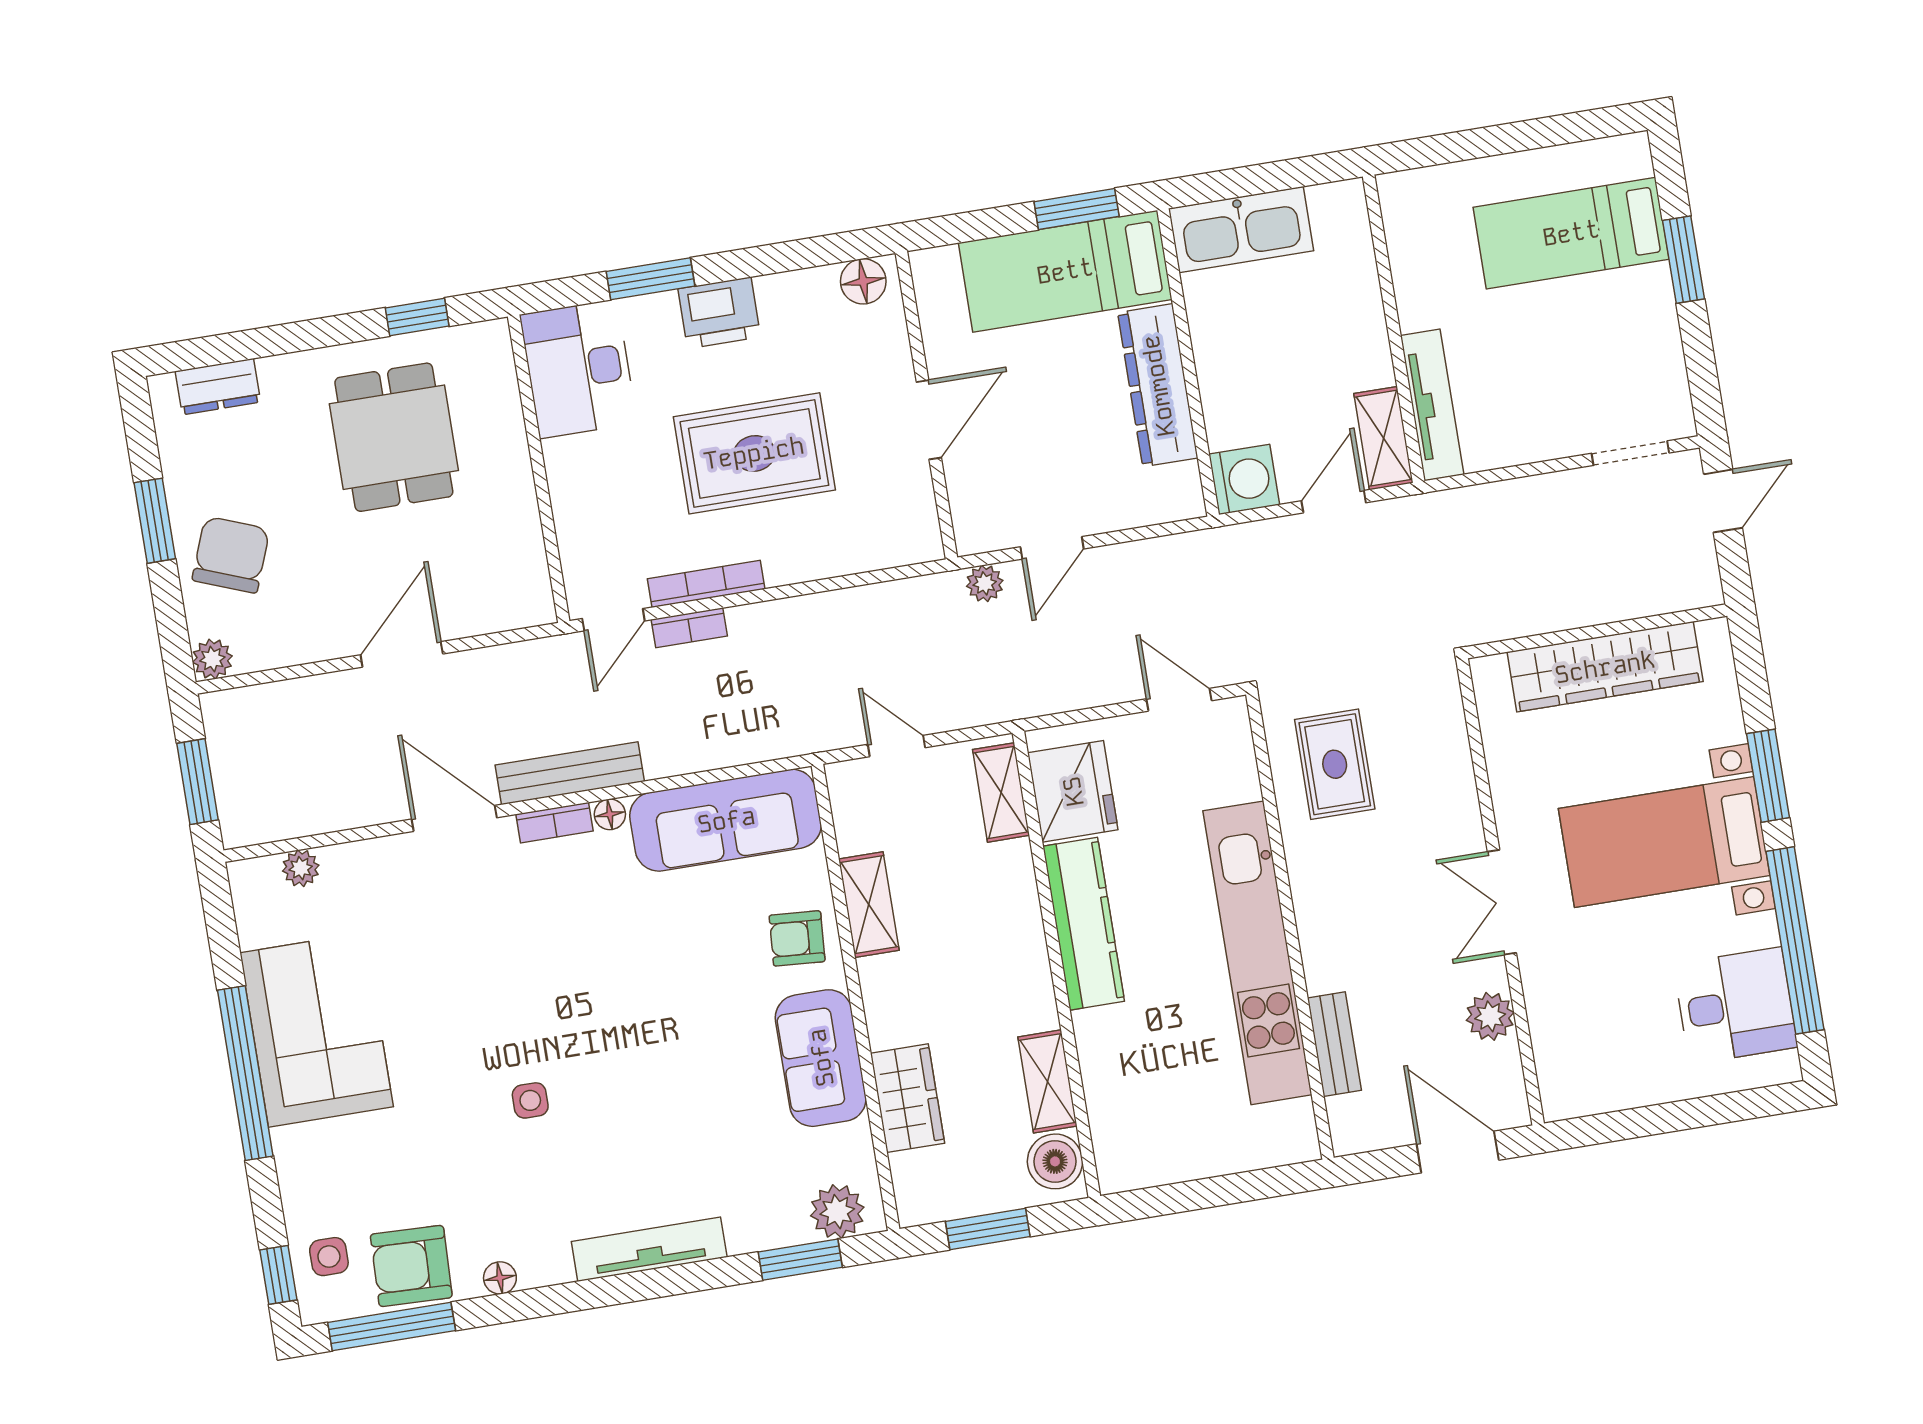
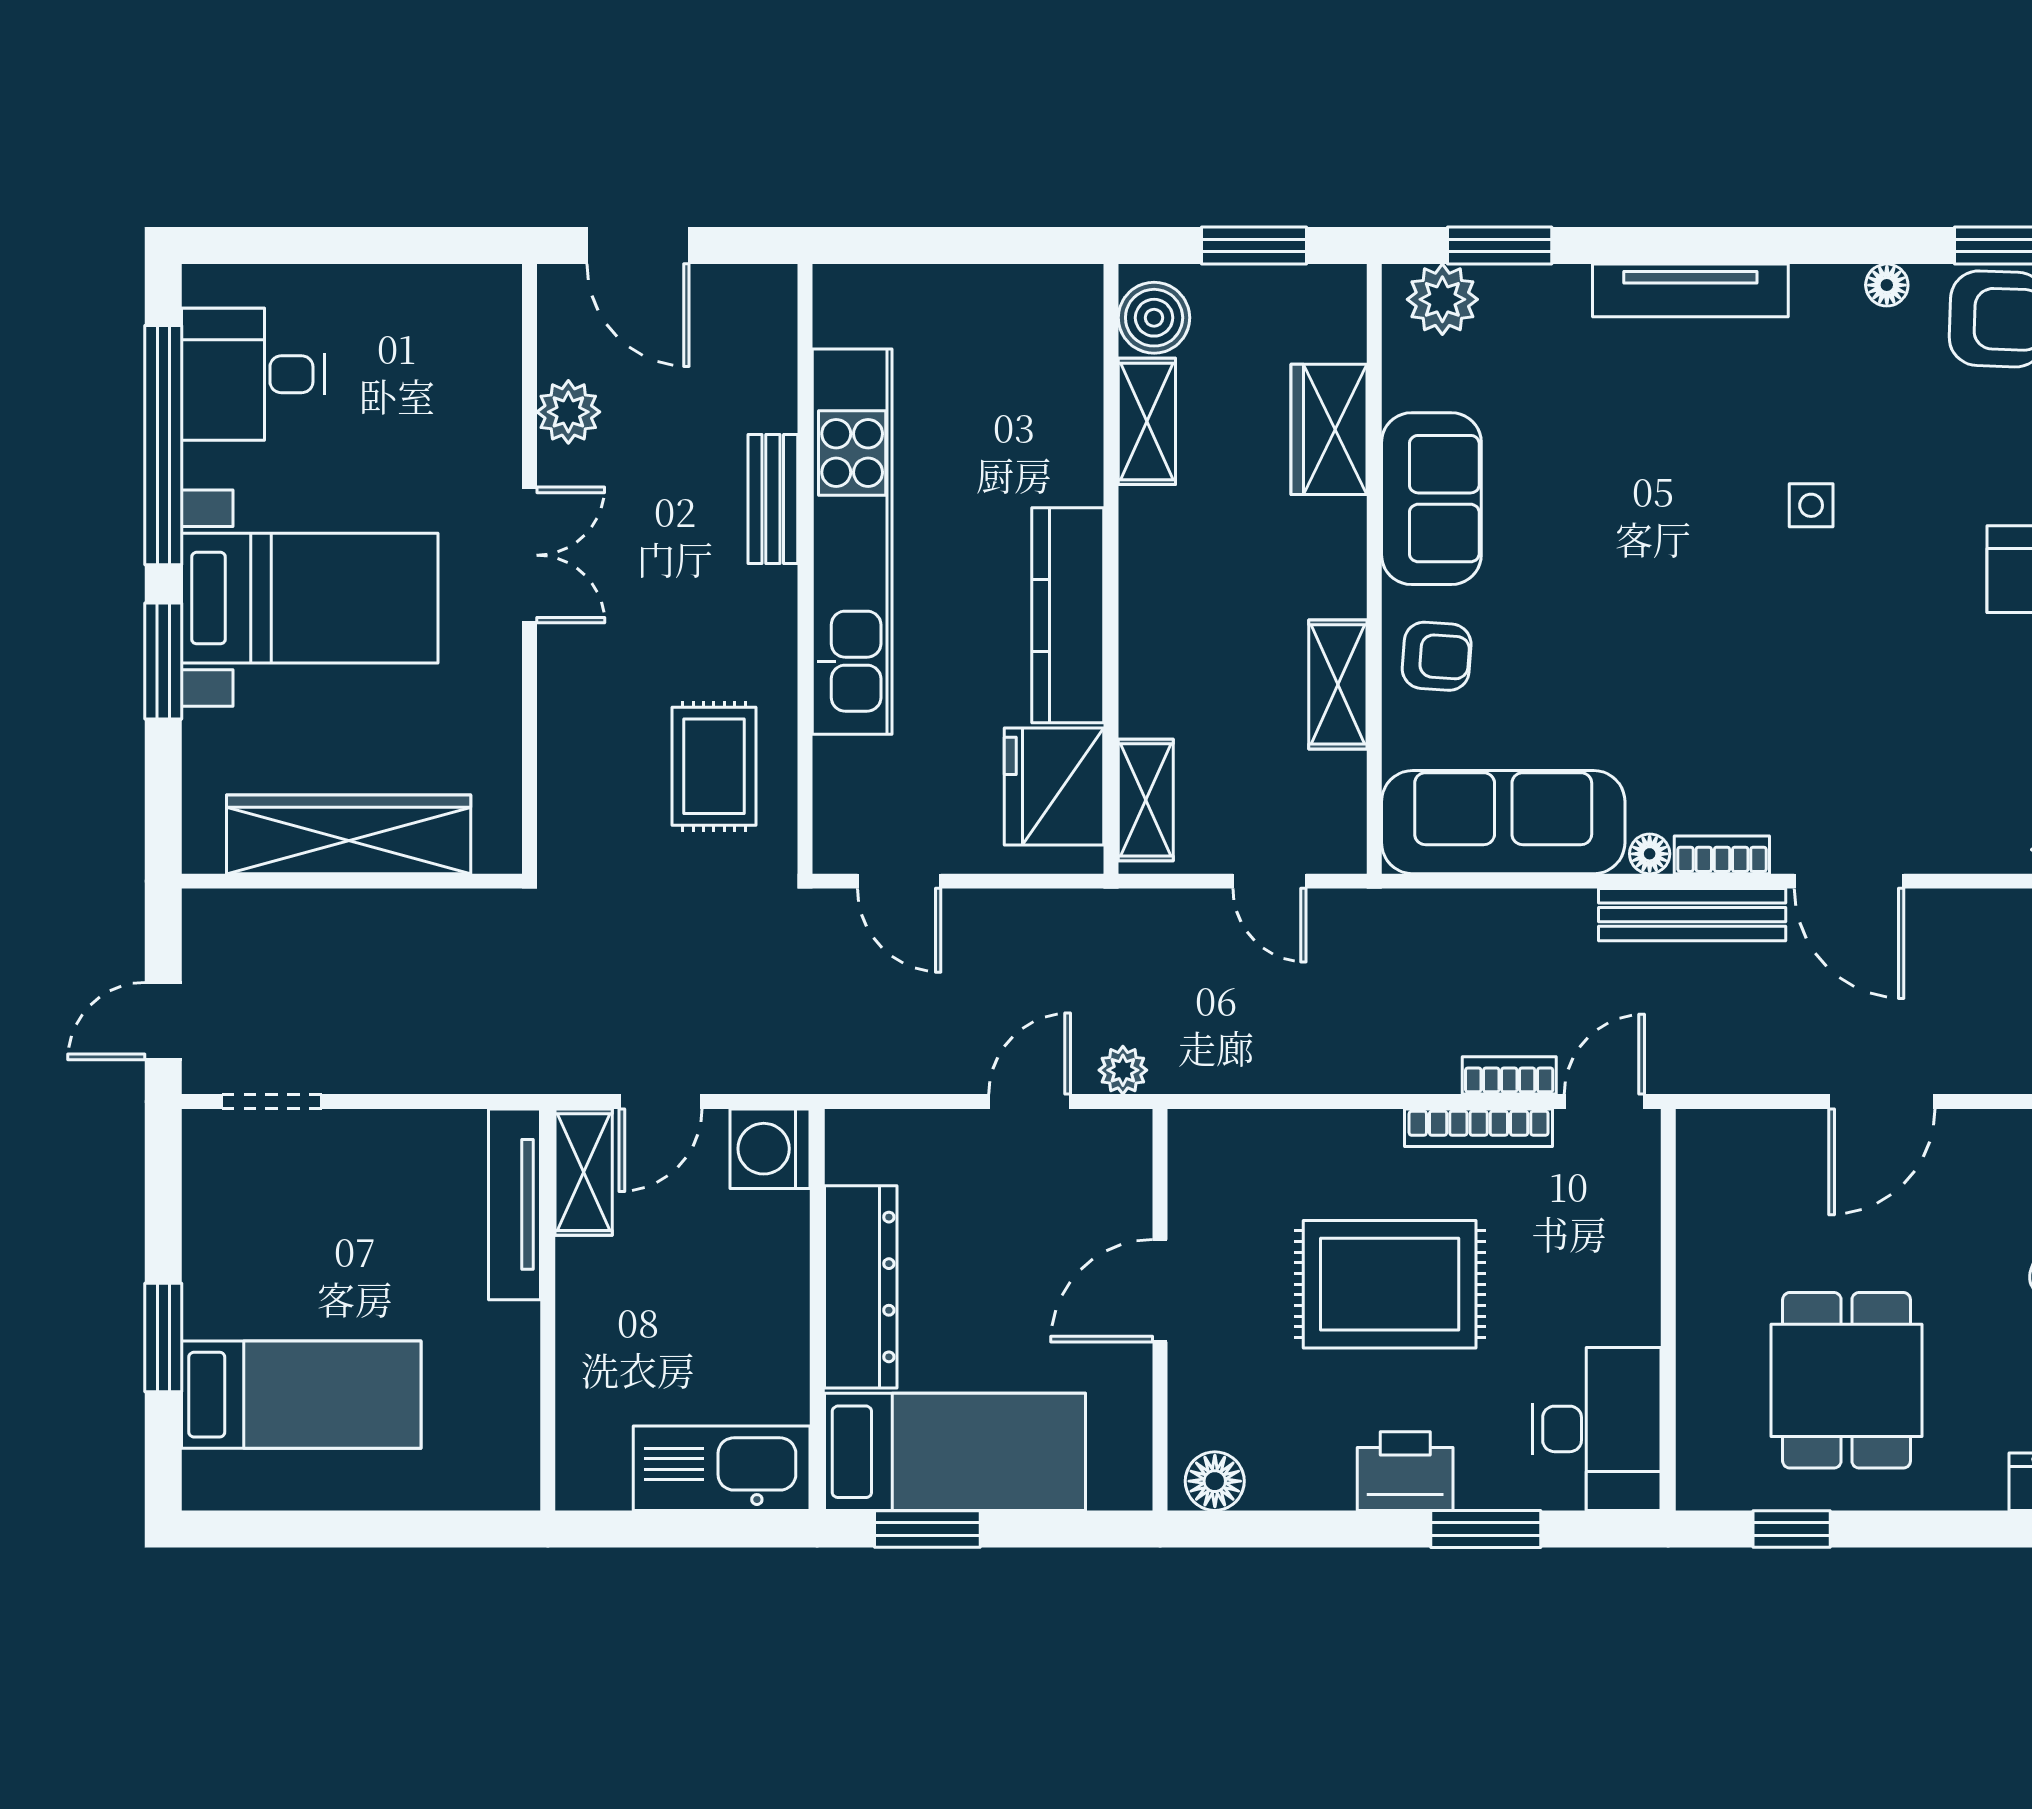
bench: (1334, 1044) -> (773, 499), moved

